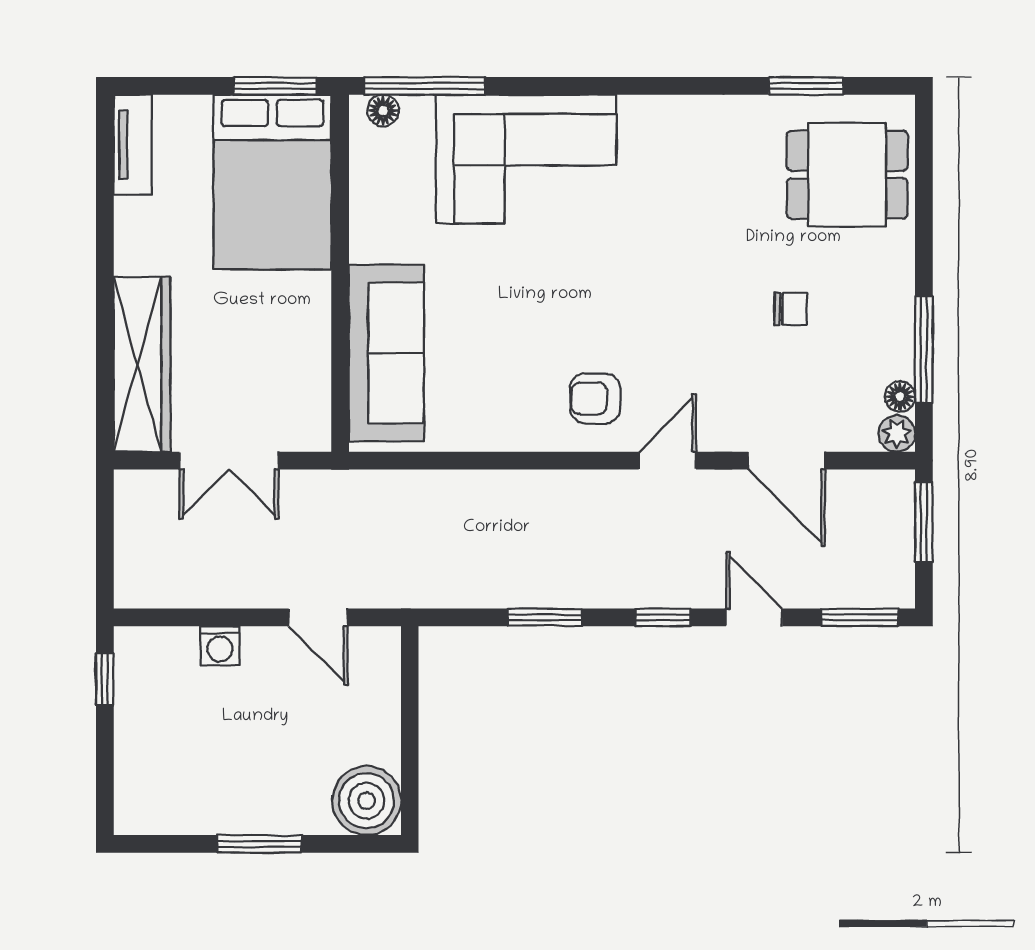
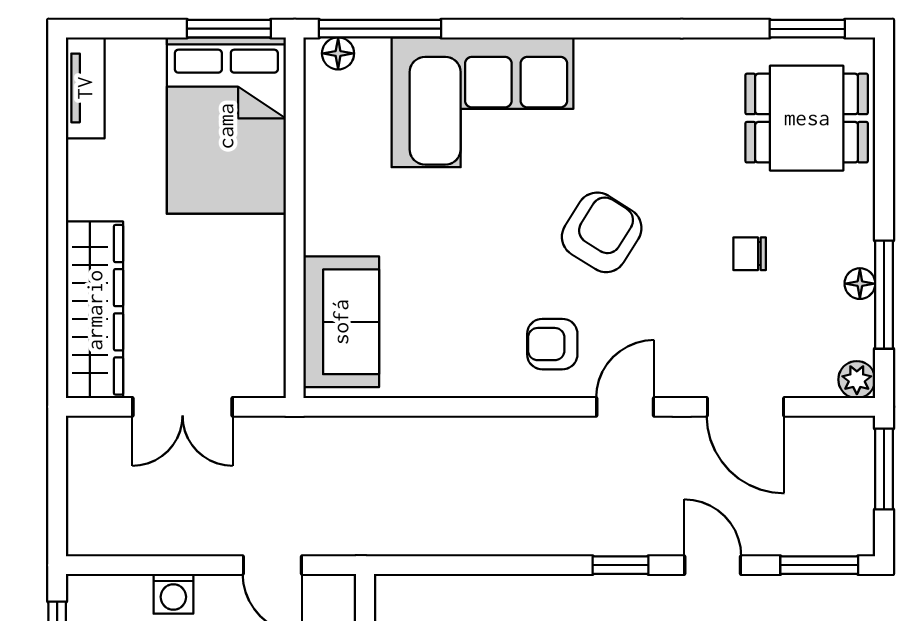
window: (806, 86) -> (807, 29), moved
armchair: (644, 288) -> (602, 232), added
chair: (791, 309) -> (750, 254), turned 180
sofa: (386, 353) -> (341, 322), width x0.73
floor lamp: (900, 397) -> (860, 284), moved
window: (545, 617) -> (501, 565), removed

